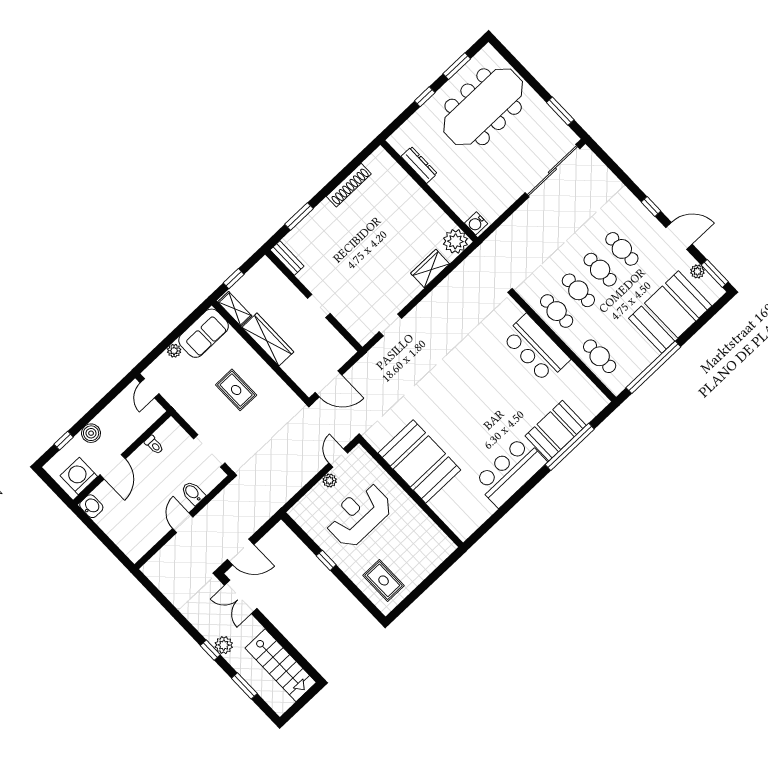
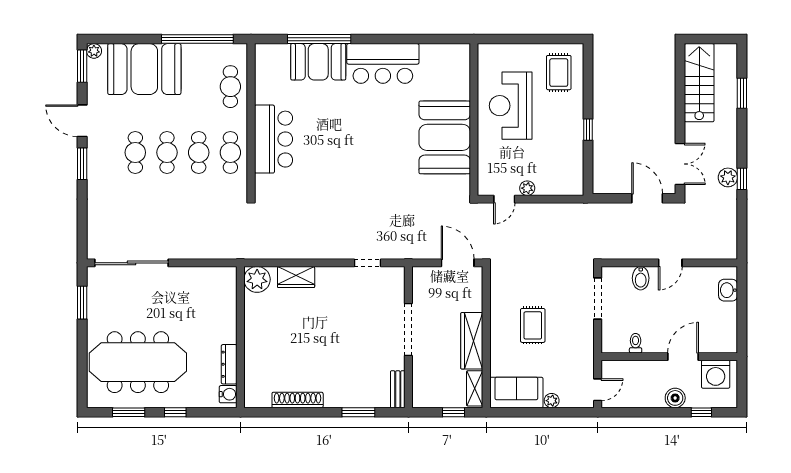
window: (651, 206) -> (82, 164), width x1.50
water cooler: (476, 223) -> (228, 394), moved
plant: (697, 271) -> (94, 51), moved
doorway: (319, 306) -> (408, 329), width x1.88
washbasin: (91, 506) -> (728, 290), moved
reception desk: (359, 515) -> (511, 106), moved, turned 90
plant: (224, 645) -> (728, 177), moved
window: (210, 650) -> (742, 179), moved

